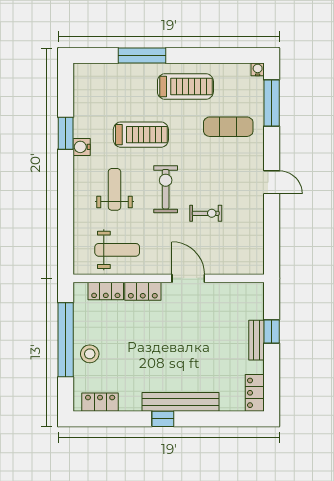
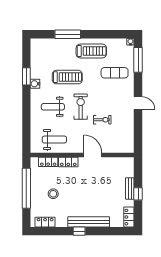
weight bench: (114, 189) -> (53, 107), turned -90
window: (272, 331) -> (138, 194), moved
stool: (90, 354) -> (53, 194), moved

